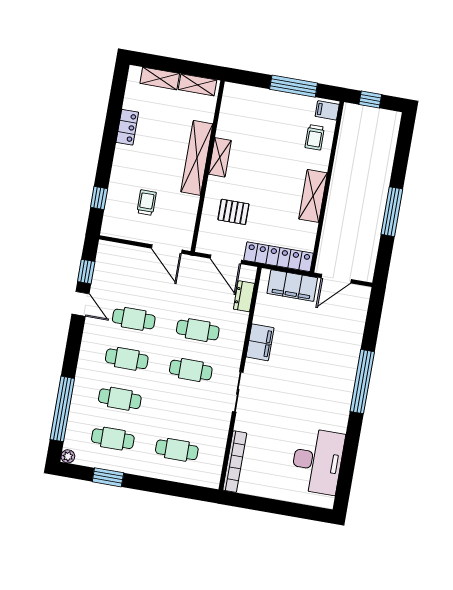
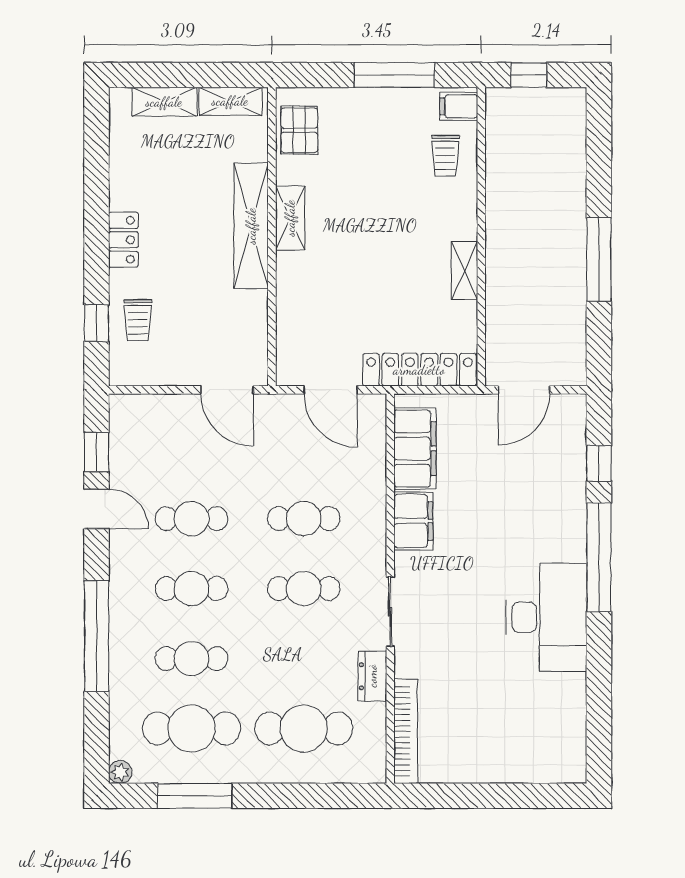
locker: (127, 127) -> (123, 240), moved
shelving: (313, 196) -> (464, 271), width x0.67, depth x0.75
trolley: (147, 203) -> (138, 320), moved, turned 180
pallet: (233, 212) -> (299, 130), moved, turned 90
filing cabinet: (292, 286) -> (415, 449), moved, turned -90
dresser: (244, 296) -> (372, 676), moved
window: (372, 328) -> (599, 464), added
window: (62, 409) -> (97, 636), moved
cafe table: (113, 439) -> (191, 729), width x1.37, depth x1.35
cafe table: (177, 450) -> (304, 729), width x1.37, depth x1.35
desk: (317, 461) -> (546, 617), moved
window: (108, 477) -> (195, 796), width x1.44

